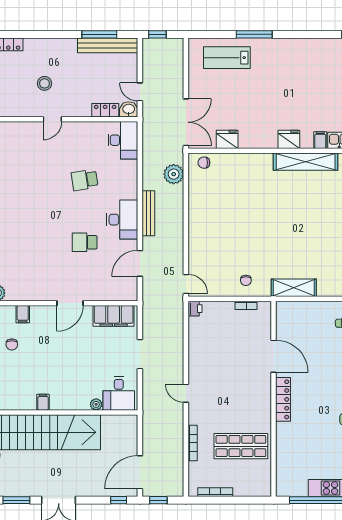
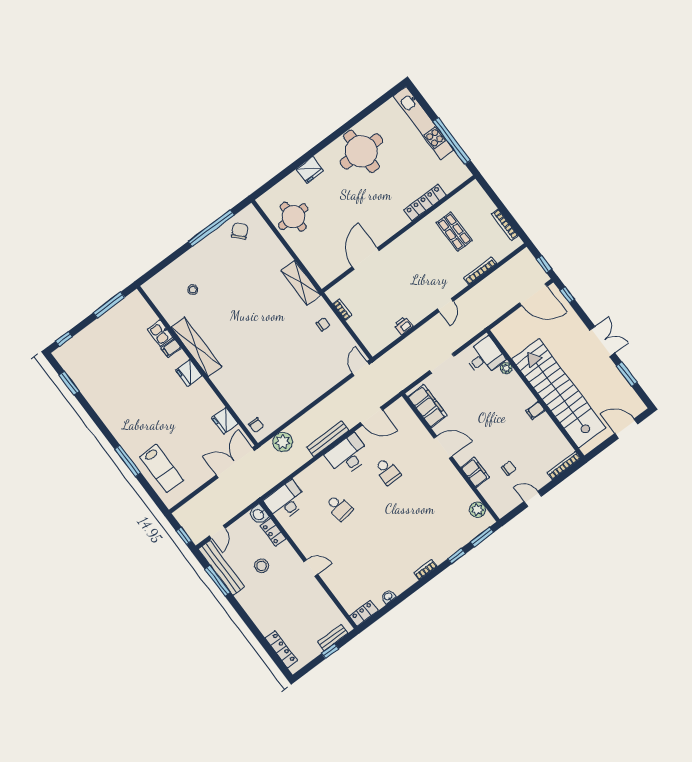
stool: (45, 83) -> (262, 566), moved
door: (140, 92) -> (217, 532), moved
printer: (195, 309) -> (403, 326), moved
filing cabinet: (23, 314) -> (475, 472), width x2.00
locker: (283, 399) -> (425, 203), moved
shop shelf: (241, 446) -> (454, 232), width x0.70, depth x0.74

